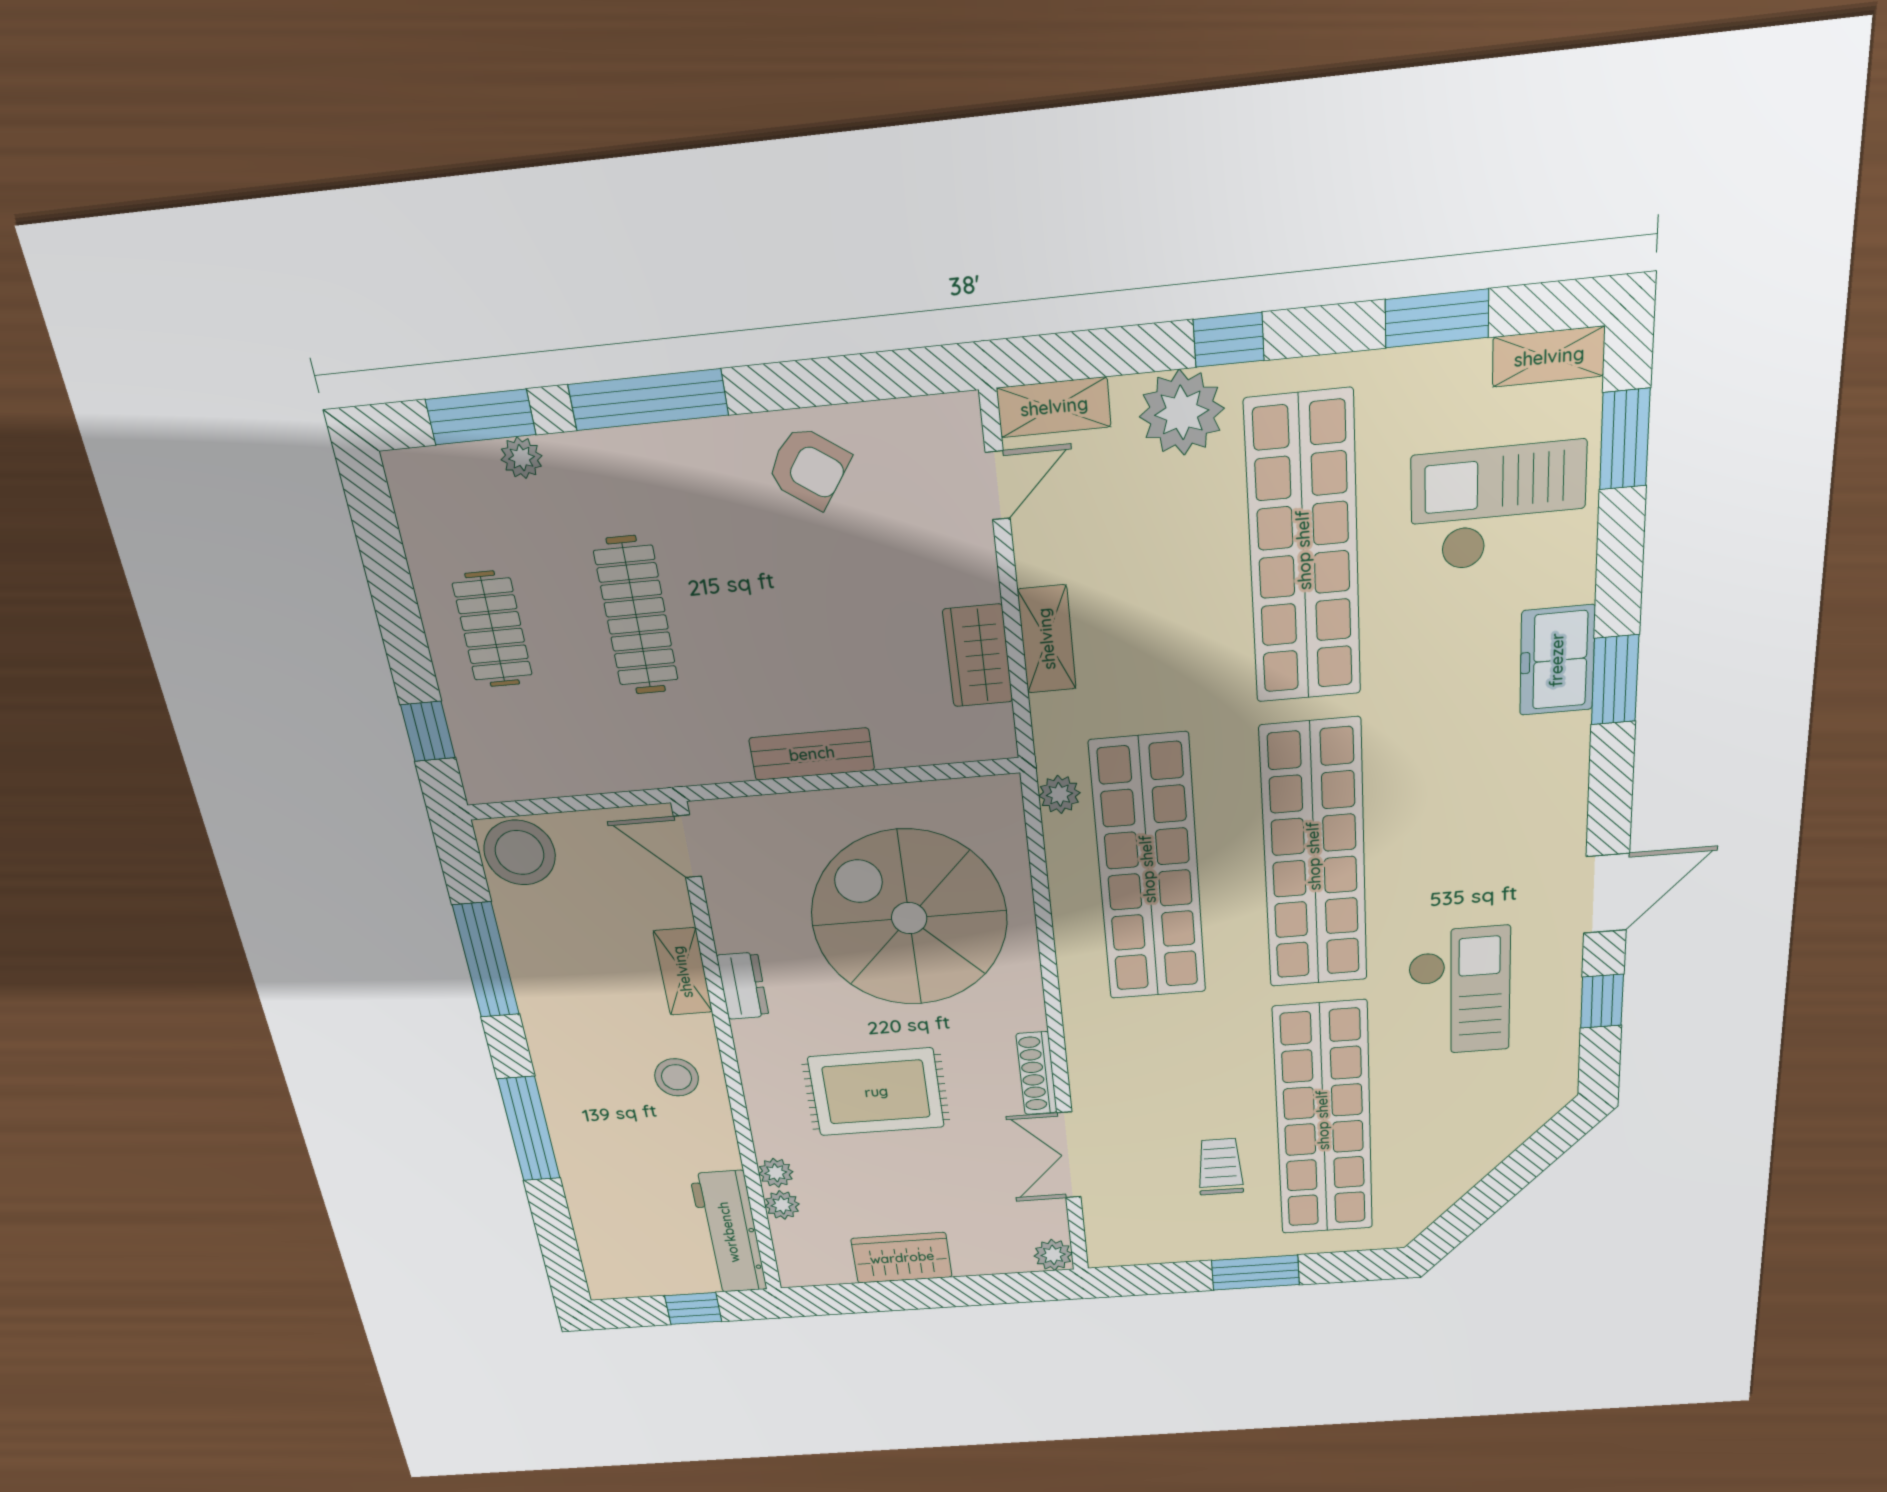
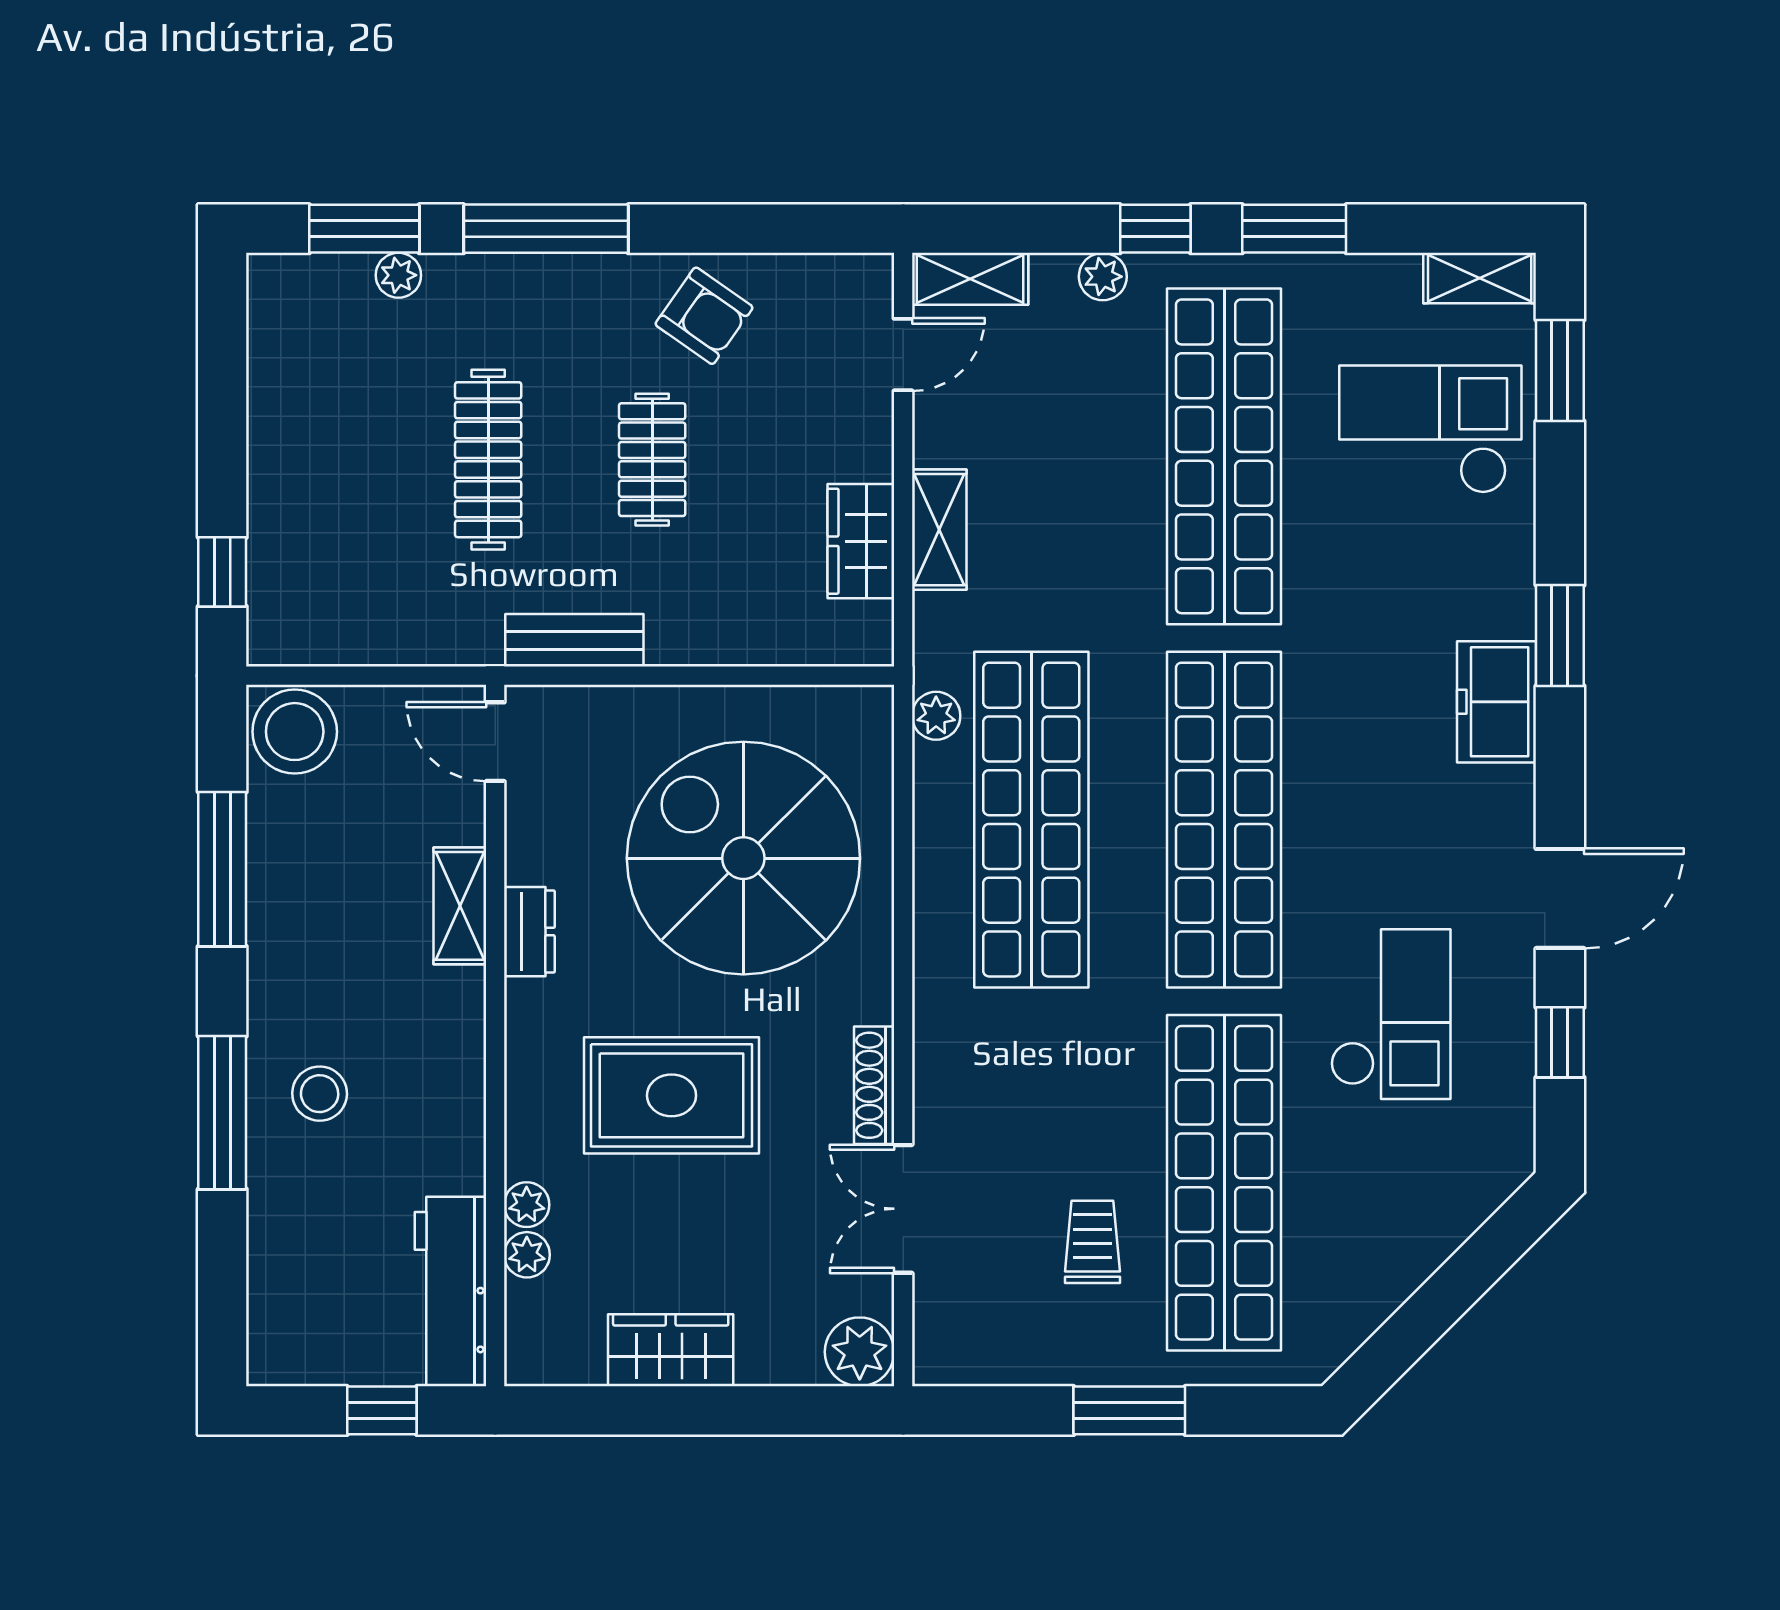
window: (1437, 318) -> (1294, 229), moved
plant: (1182, 413) -> (1103, 277), width x0.53, depth x0.53
clothes rail: (492, 629) -> (652, 460), moved
freezer: (1557, 660) -> (1496, 702), moved
bench: (812, 754) -> (574, 640), moved
stool: (677, 1077) -> (320, 1094), moved
plant: (1053, 1255) -> (860, 1352), width x1.38, depth x1.38

